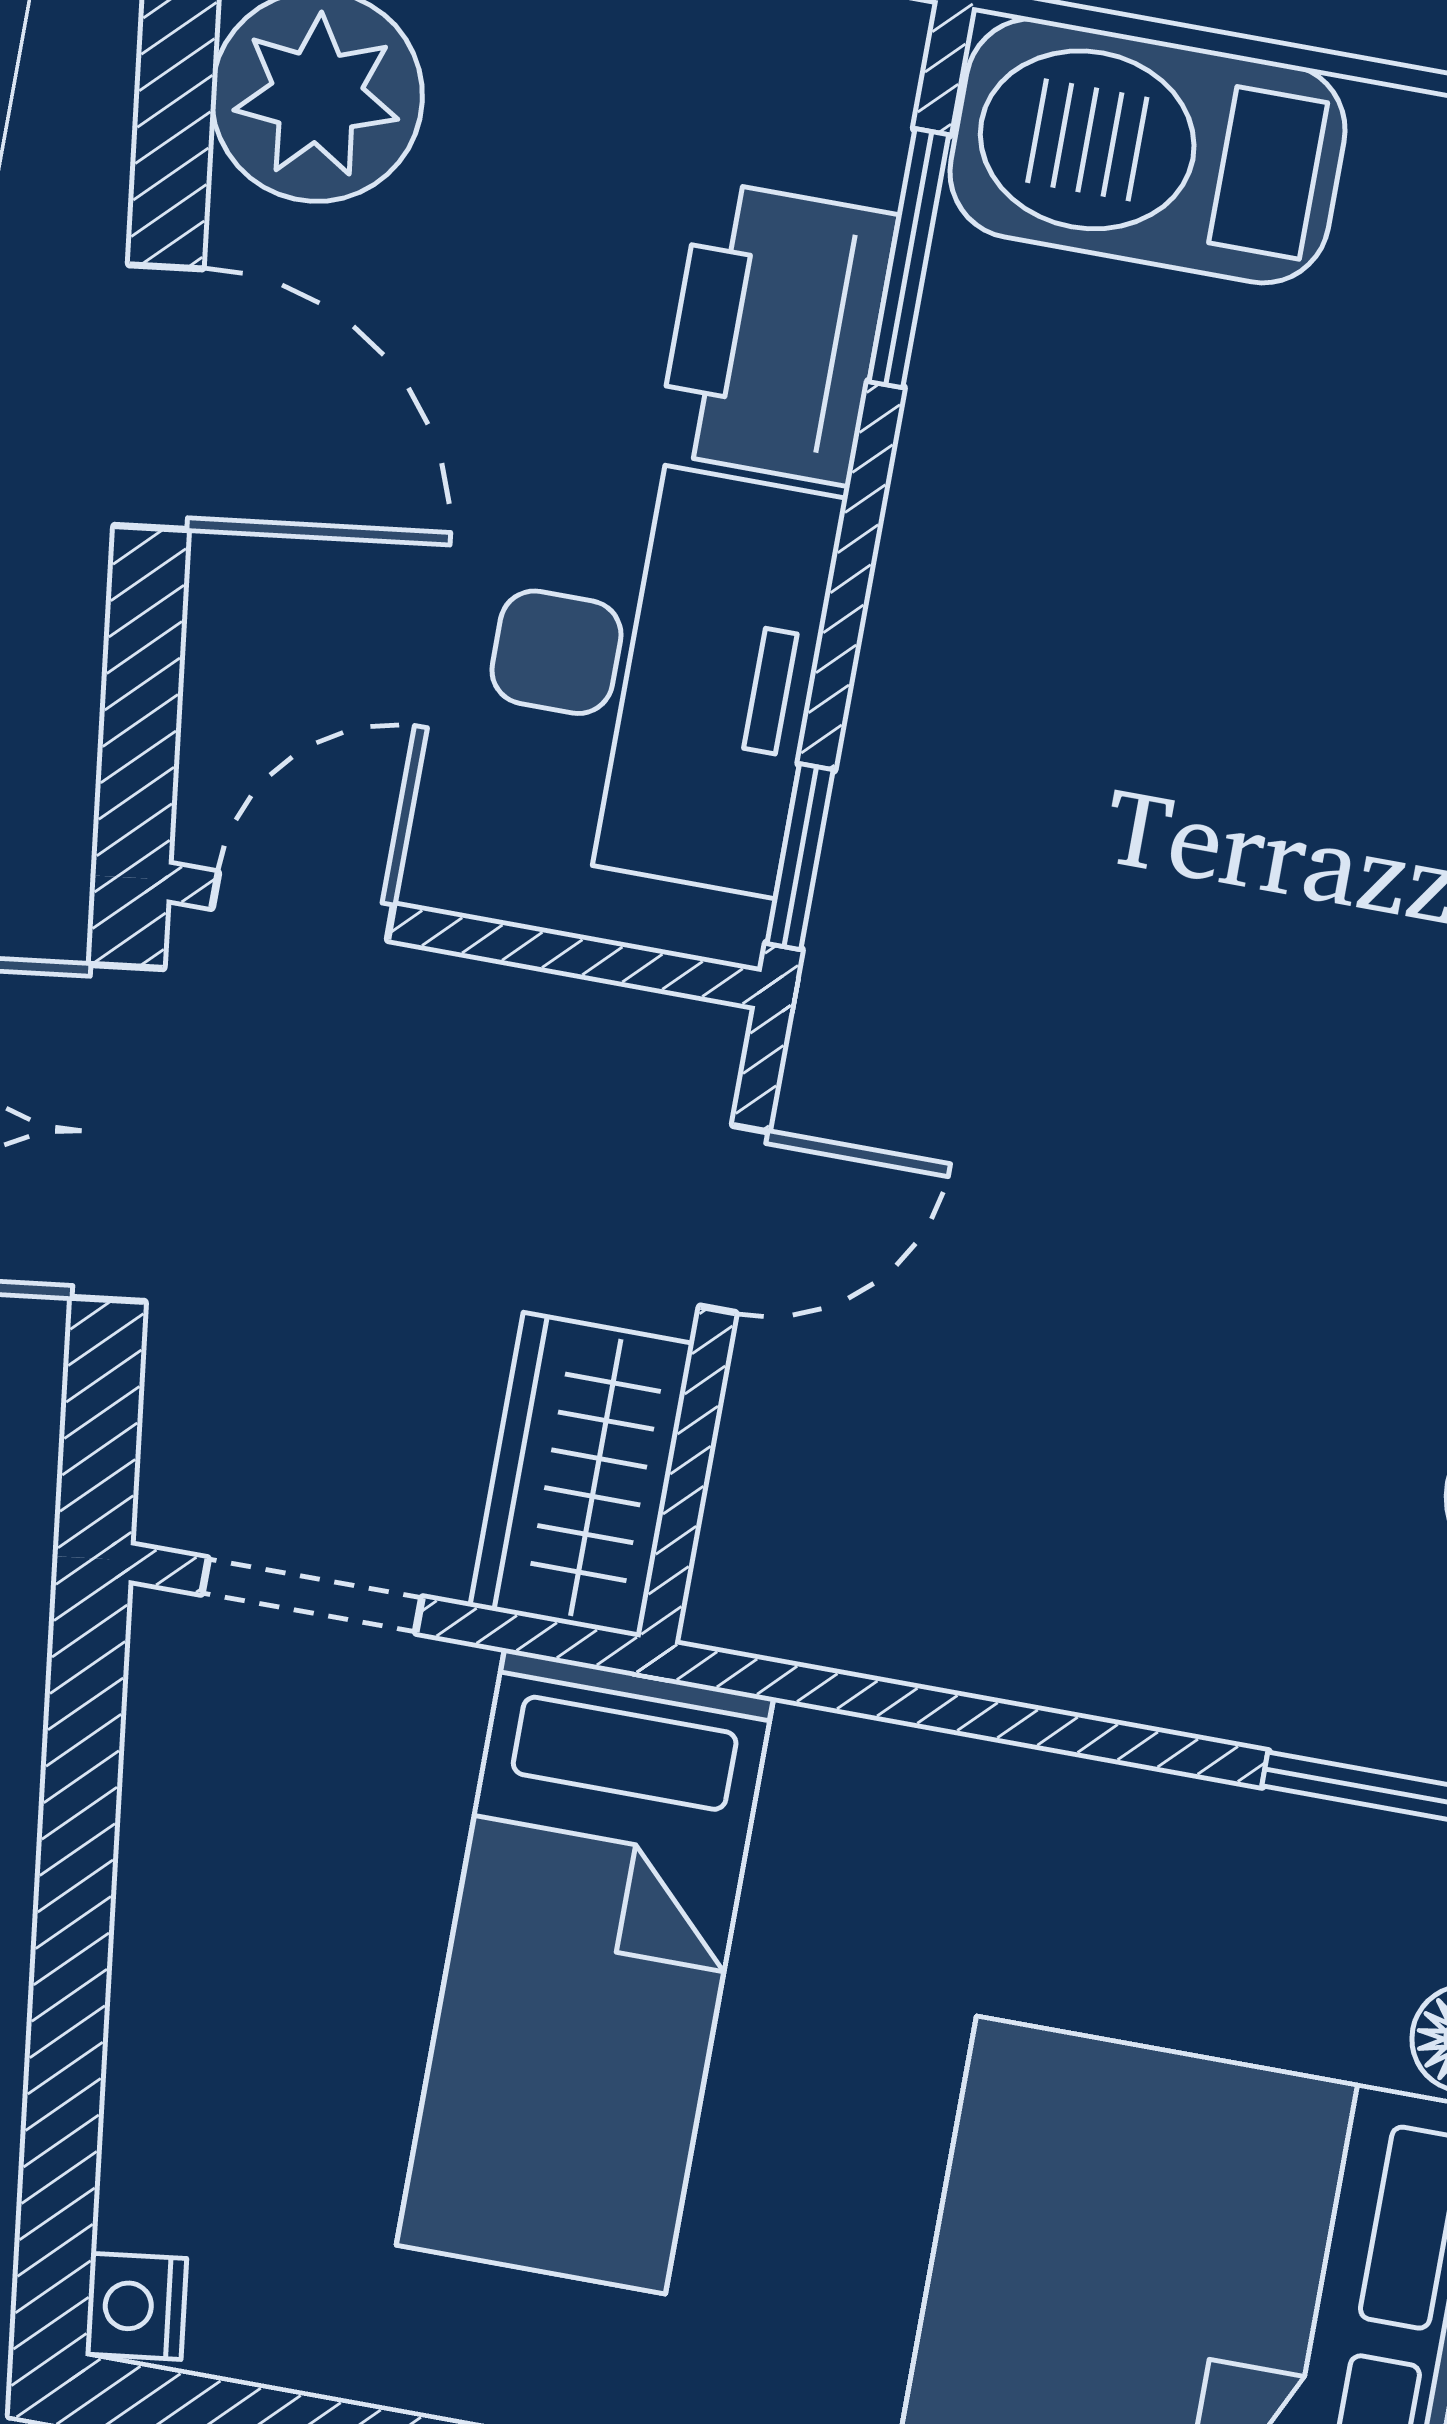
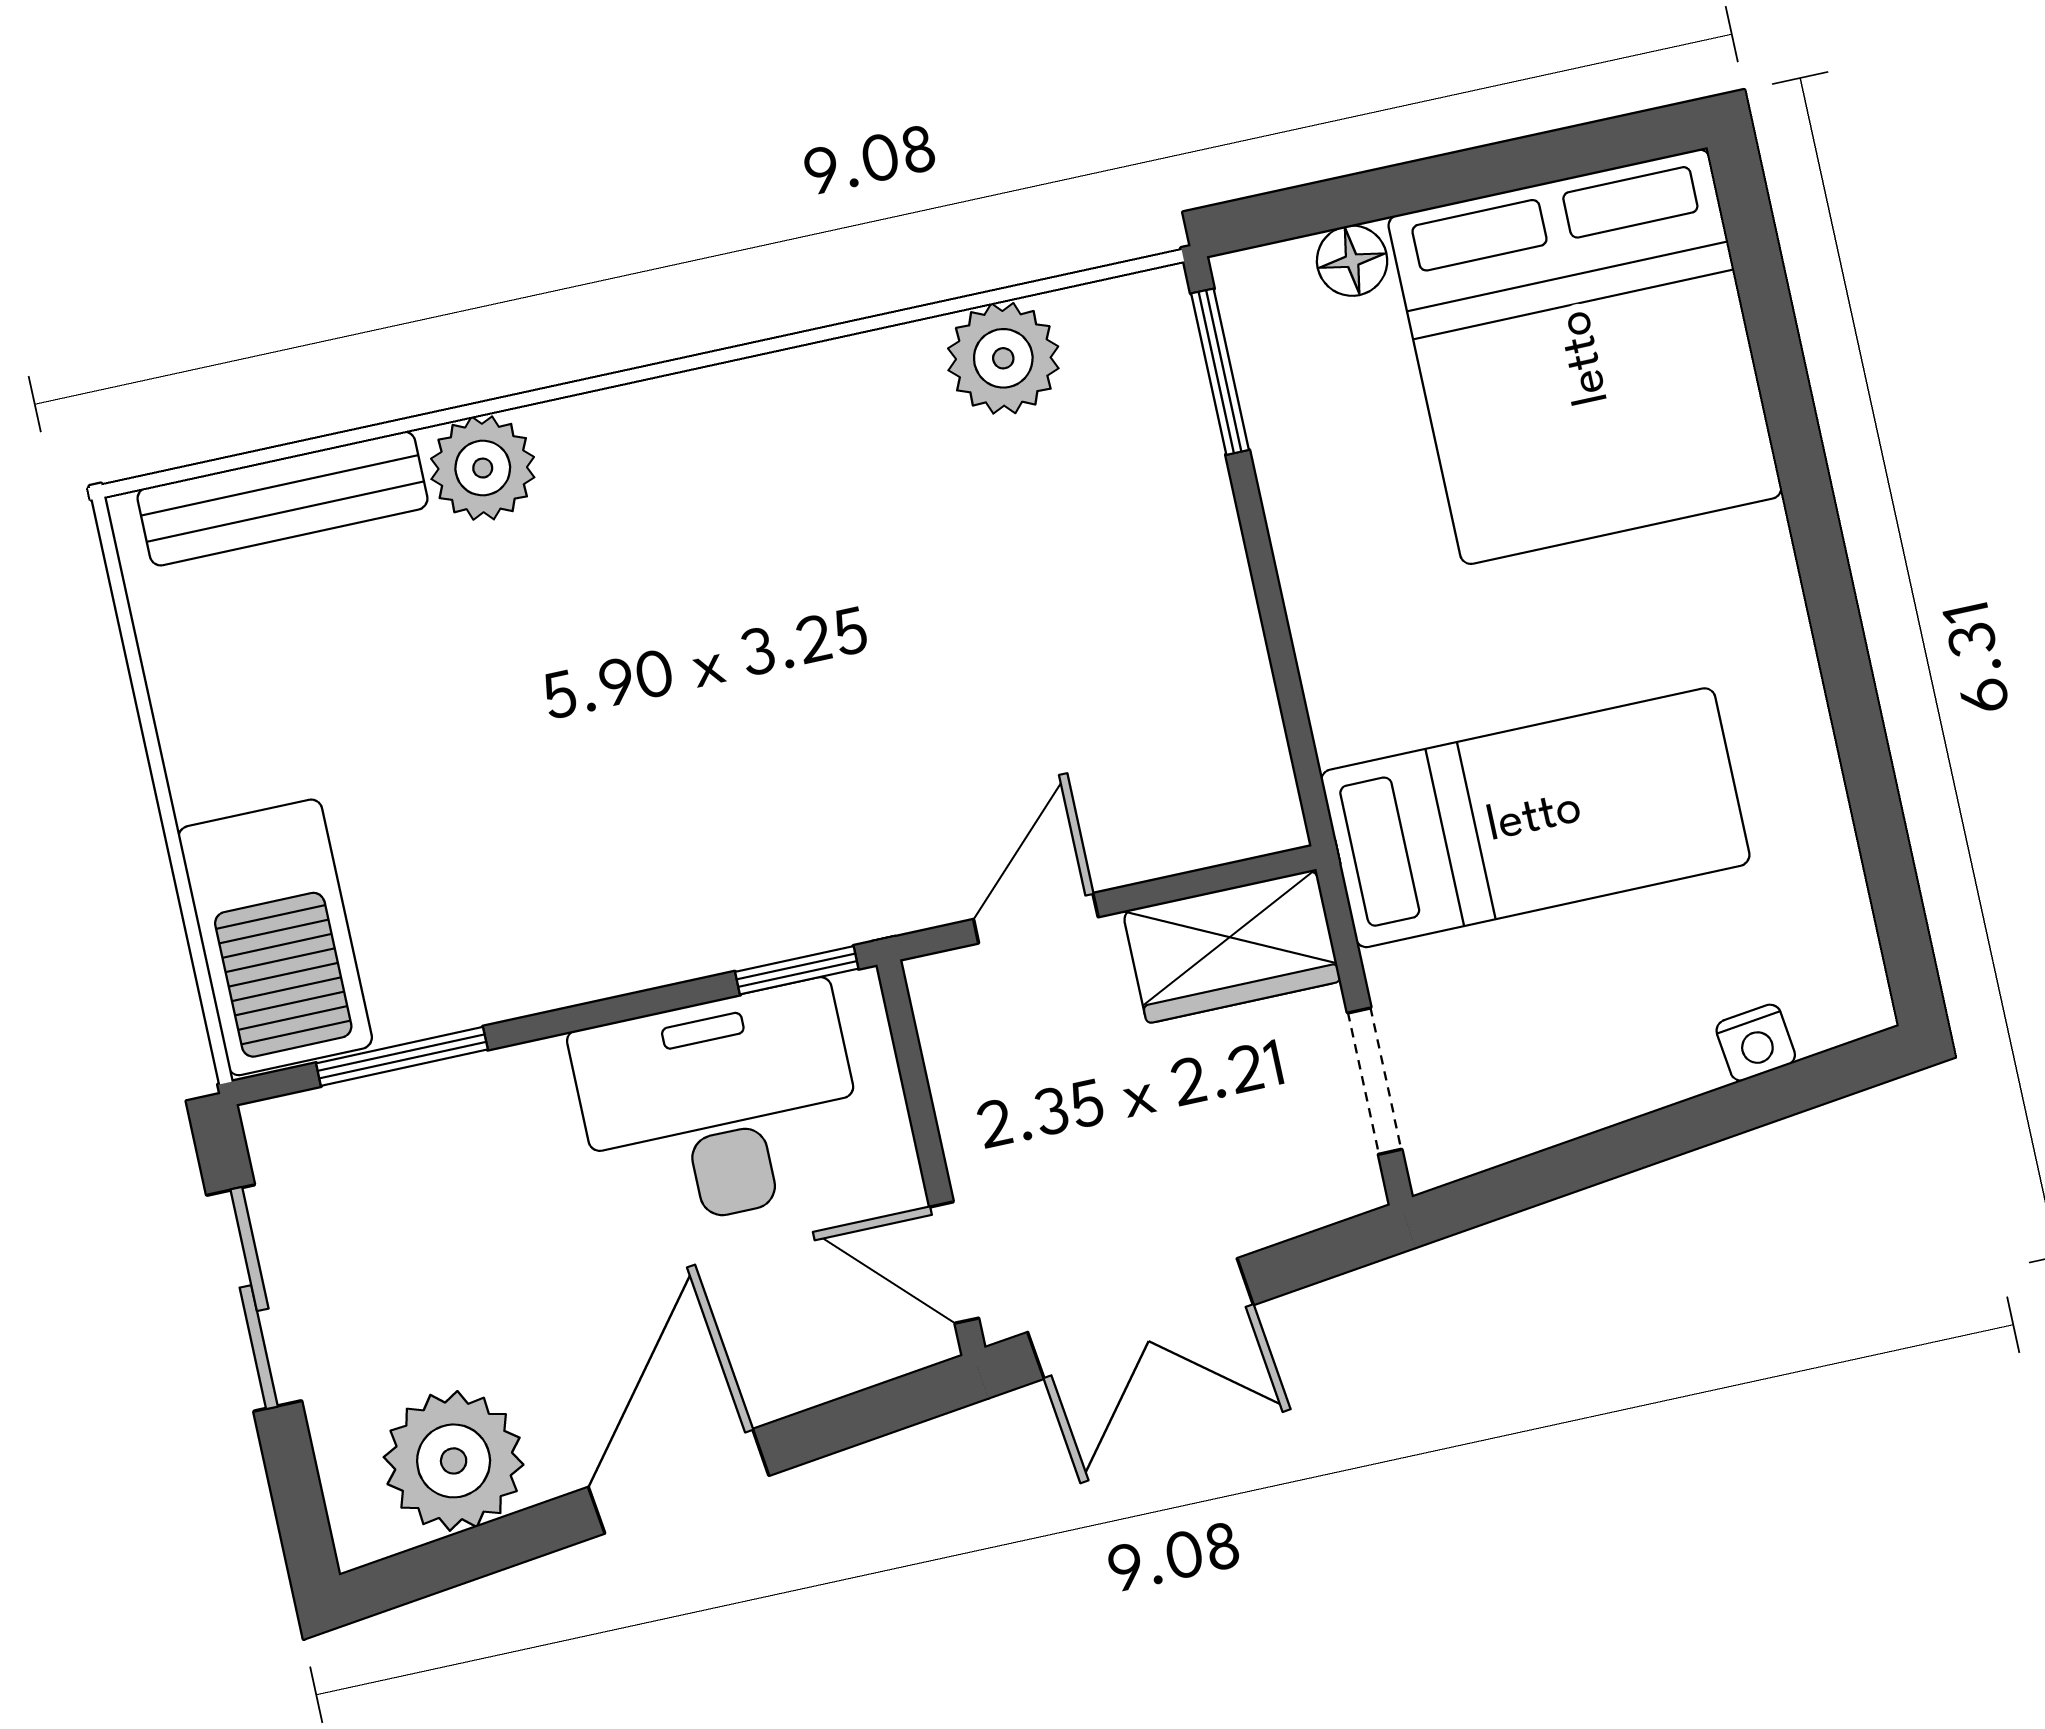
printer: (777, 333) -> (482, 1118), removed
door: (734, 1219) -> (1036, 918), hinge flipped
nightstand: (136, 2306) -> (1756, 1043), moved

